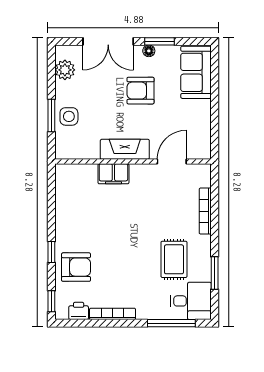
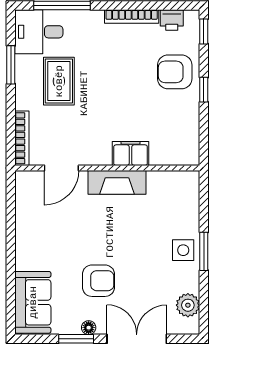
fireplace: (125, 149) -> (117, 182), moved
wall: (133, 161) -> (107, 168), moved
door: (172, 161) -> (61, 168), moved
filing cabinet: (113, 174) -> (131, 153), moved

